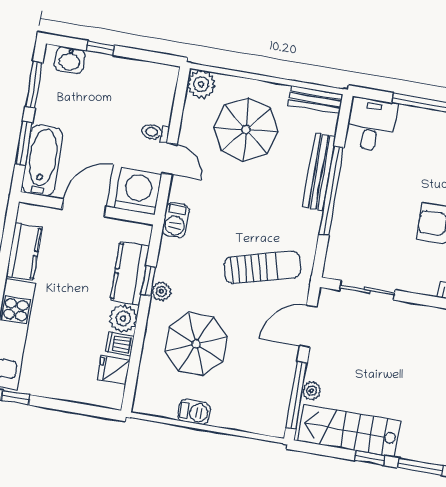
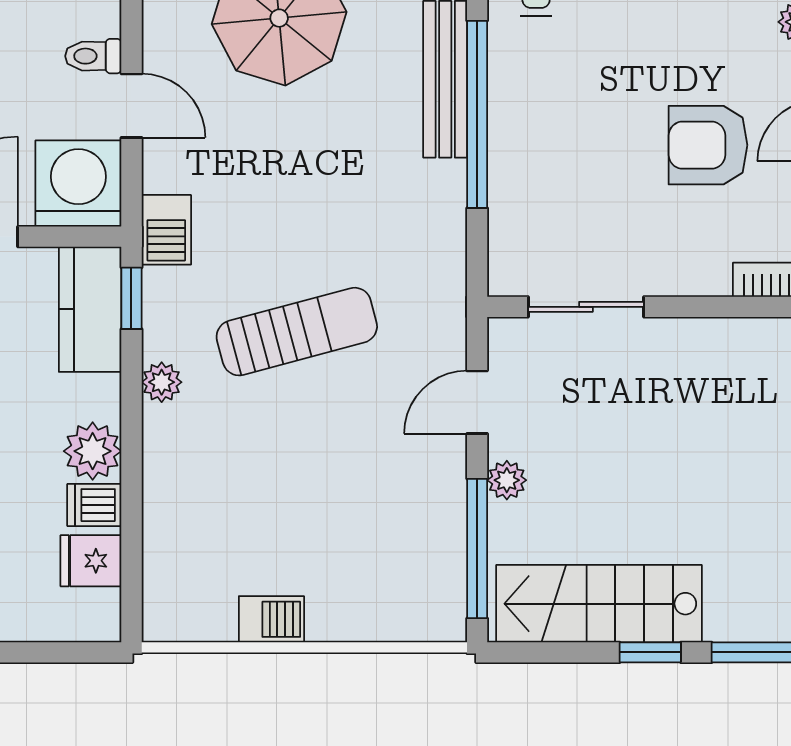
sun lounger: (263, 267) -> (297, 332), moved
kitchen counter: (130, 273) -> (90, 309), moved
window: (148, 281) -> (131, 298), moved
door: (308, 326) -> (477, 402), width x0.73
parasol: (196, 344) -> (252, 478), removed
plant: (312, 391) -> (507, 480), moved

